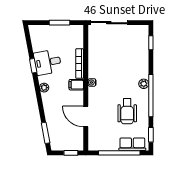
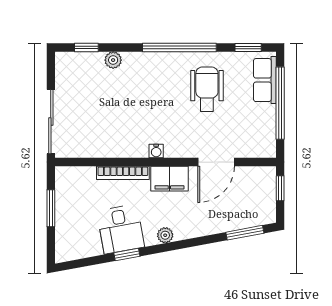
plant: (144, 84) -> (113, 60), moved
filing cabinet: (76, 85) -> (169, 179), width x2.00
wheelchair: (127, 111) -> (207, 89), turned -90

